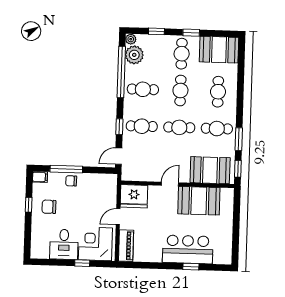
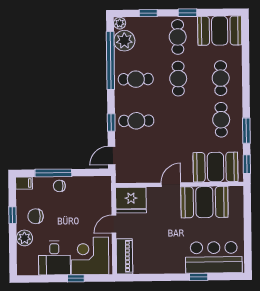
cafe table: (179, 127) -> (179, 120), removed
cafe table: (217, 129) -> (221, 120), turned 90
plant: (38, 226) -> (24, 238), added
bar counter: (188, 249) -> (214, 257), moved

